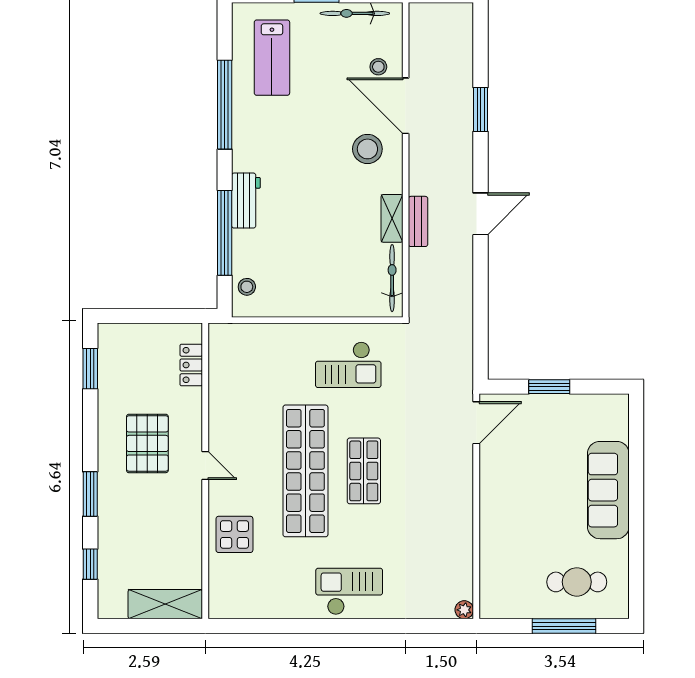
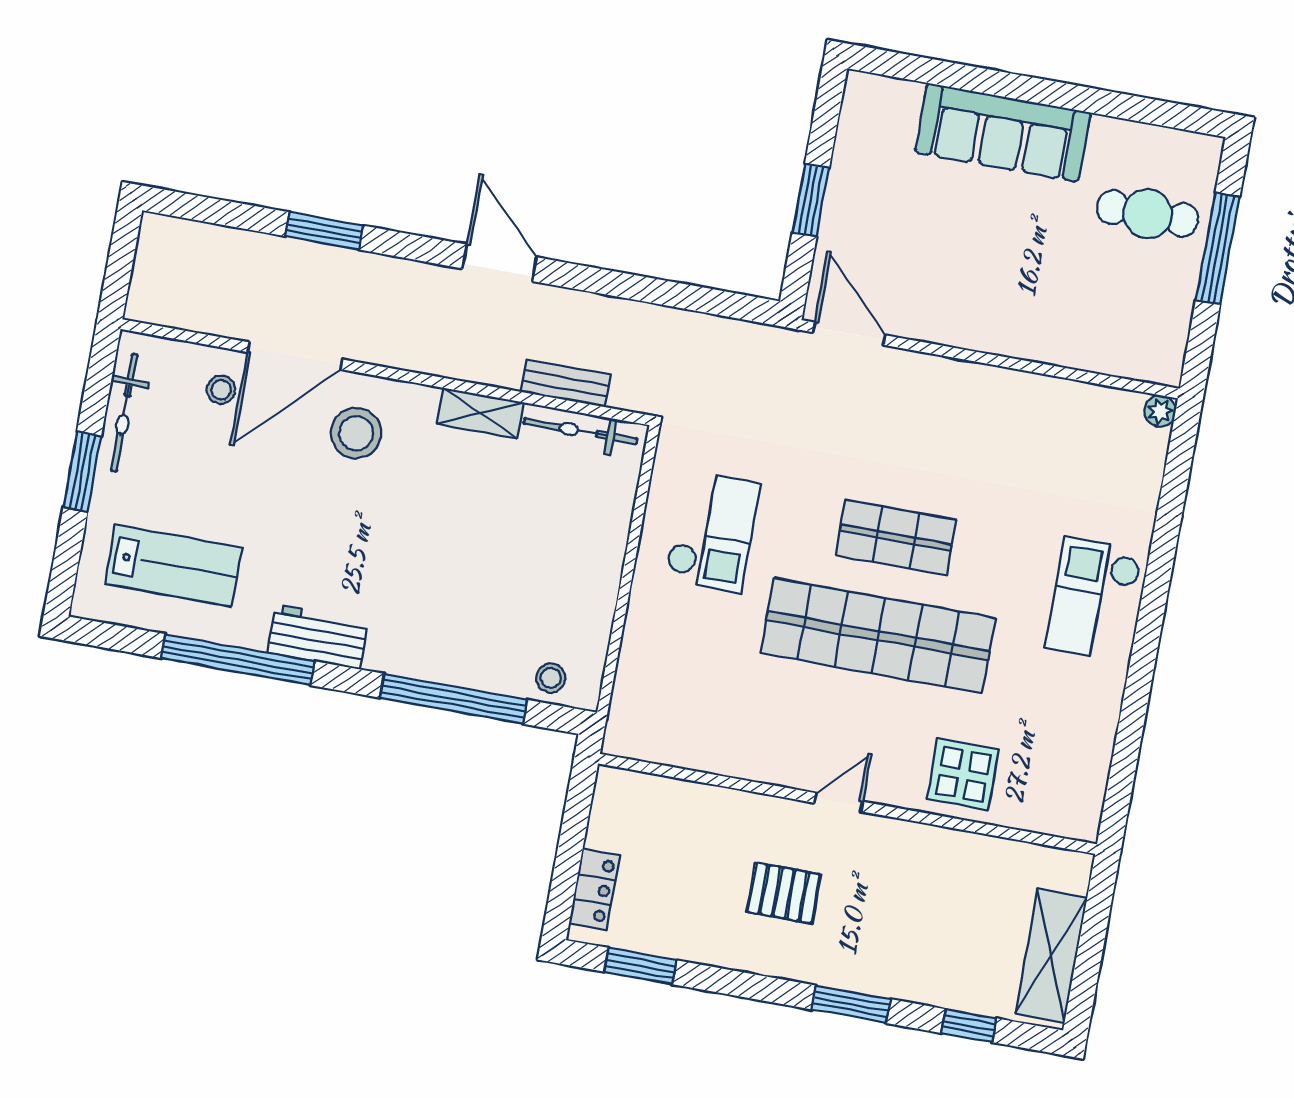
workbench: (246, 201) -> (318, 637), moved
bench: (418, 221) -> (566, 383), moved
locker: (191, 365) -> (594, 889), moved, turned -90
pallet: (147, 443) -> (784, 893), width x0.67, depth x0.71
cafe table: (577, 582) -> (1148, 214), turned 90
shelving: (165, 604) -> (1051, 956), moved

